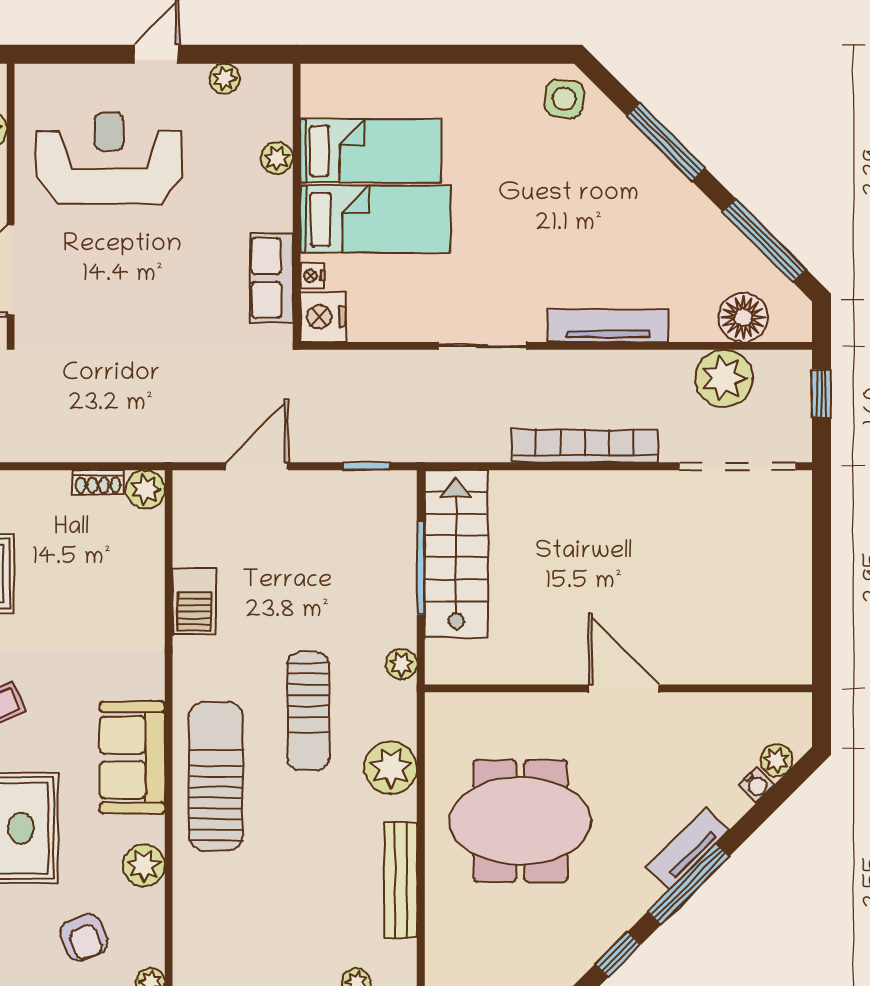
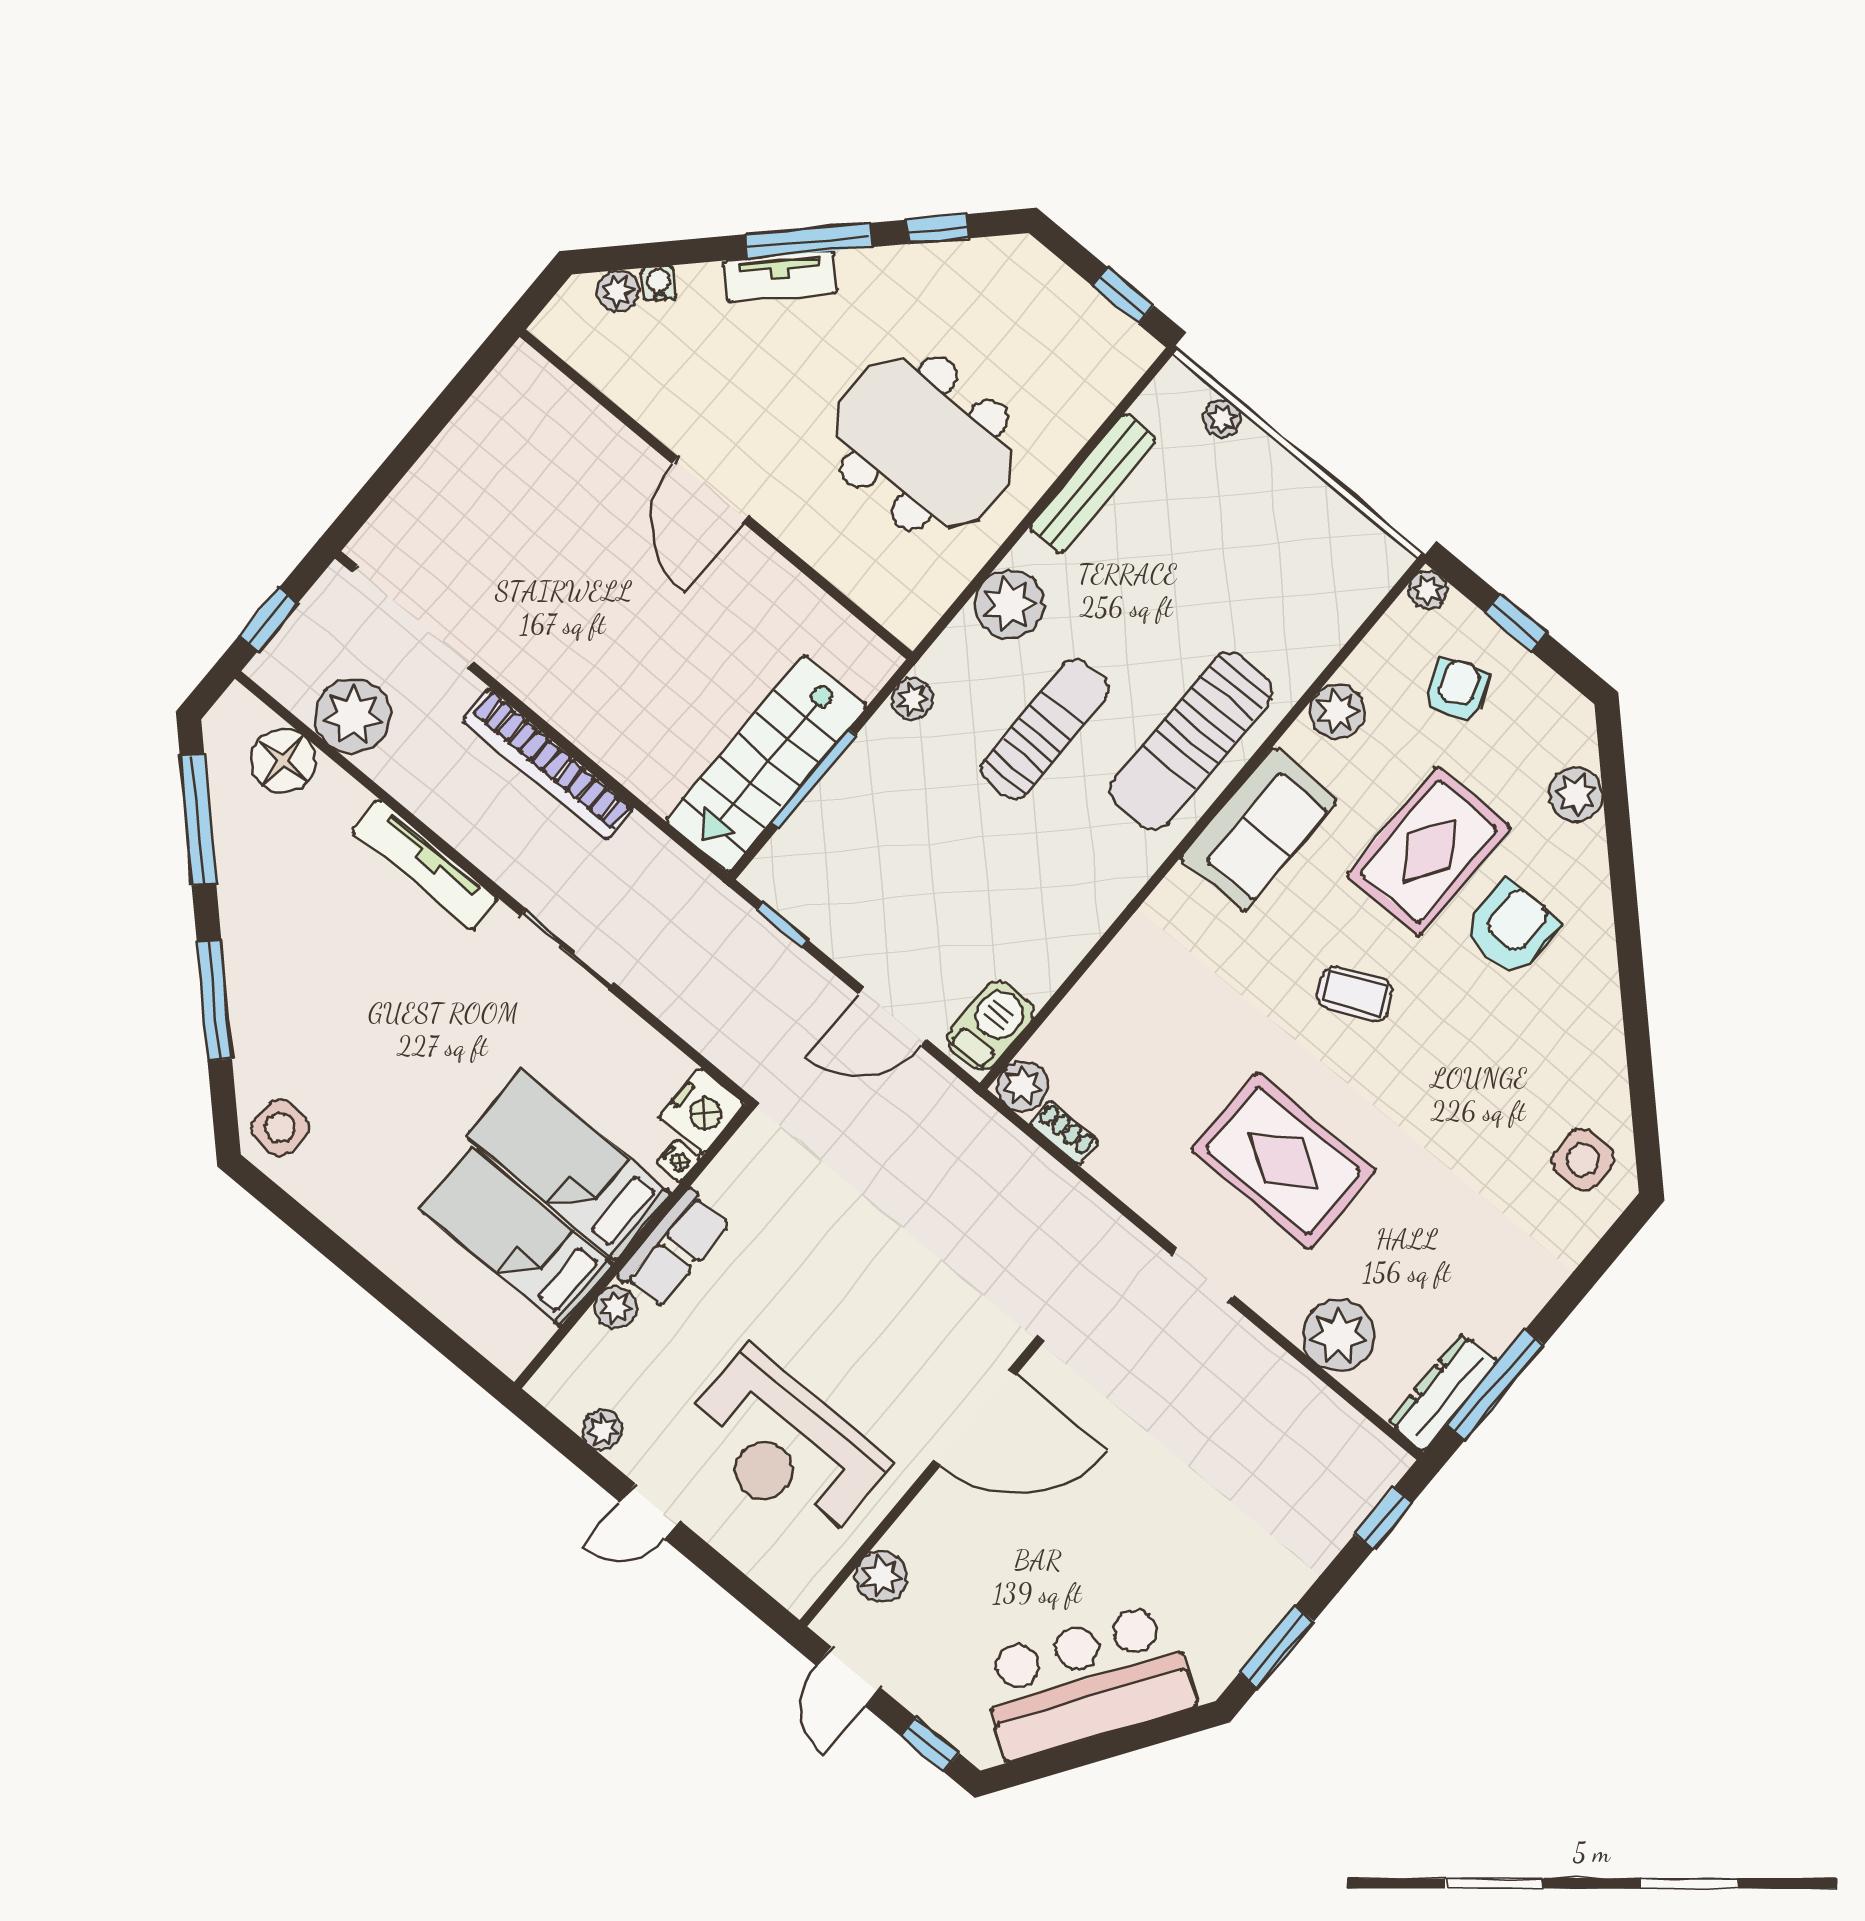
row of seats: (271, 278) -> (674, 1249), moved
barbecue: (194, 601) -> (991, 1026), moved

